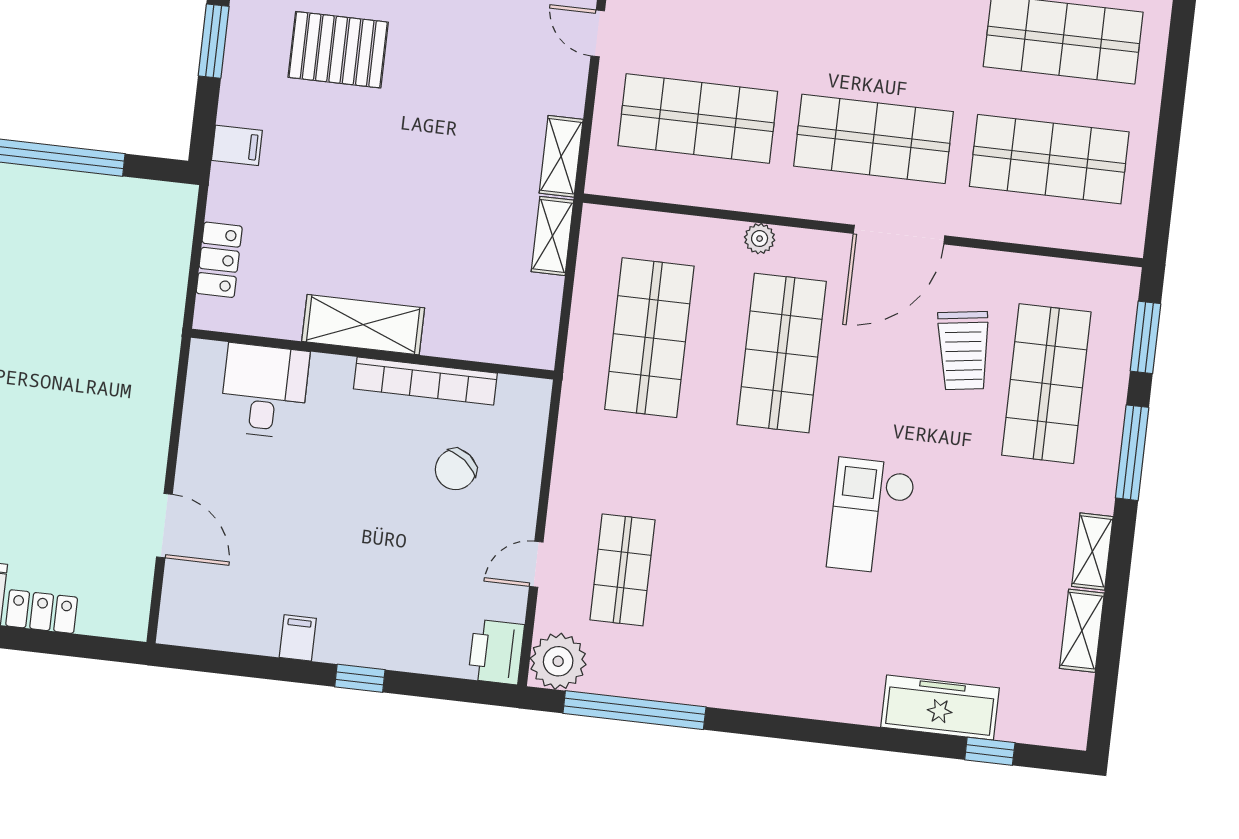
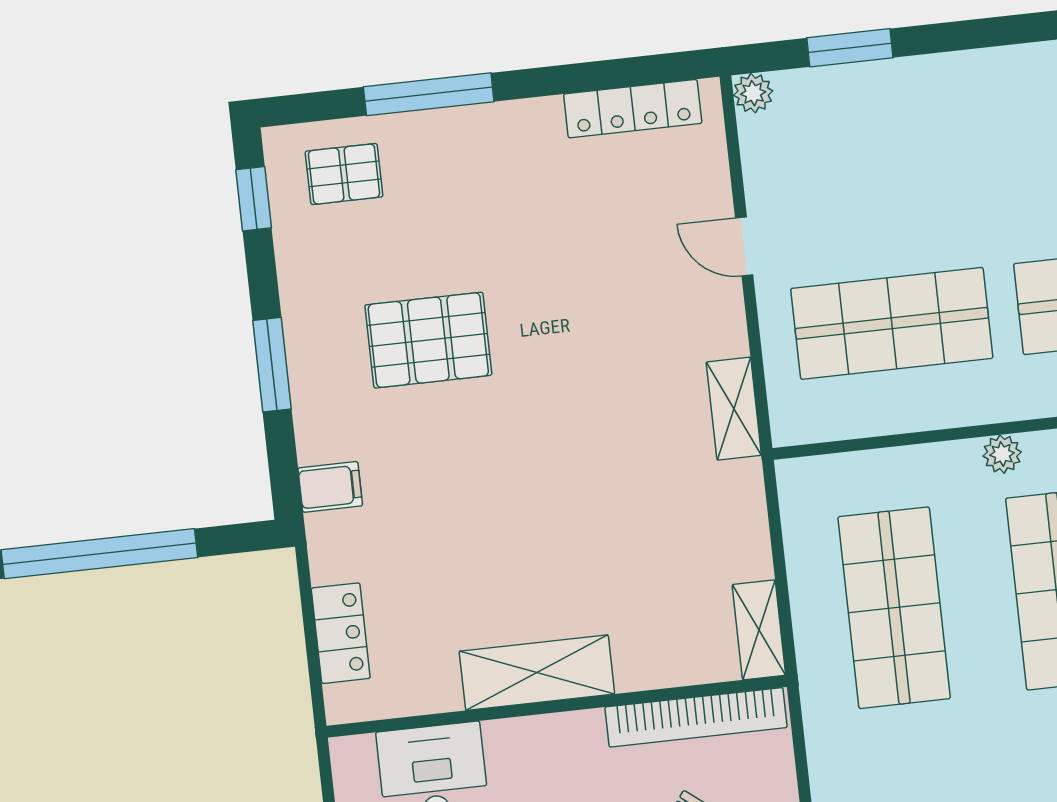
shelving: (552, 236) -> (759, 630), moved
bookcase: (425, 381) -> (696, 717), moved

